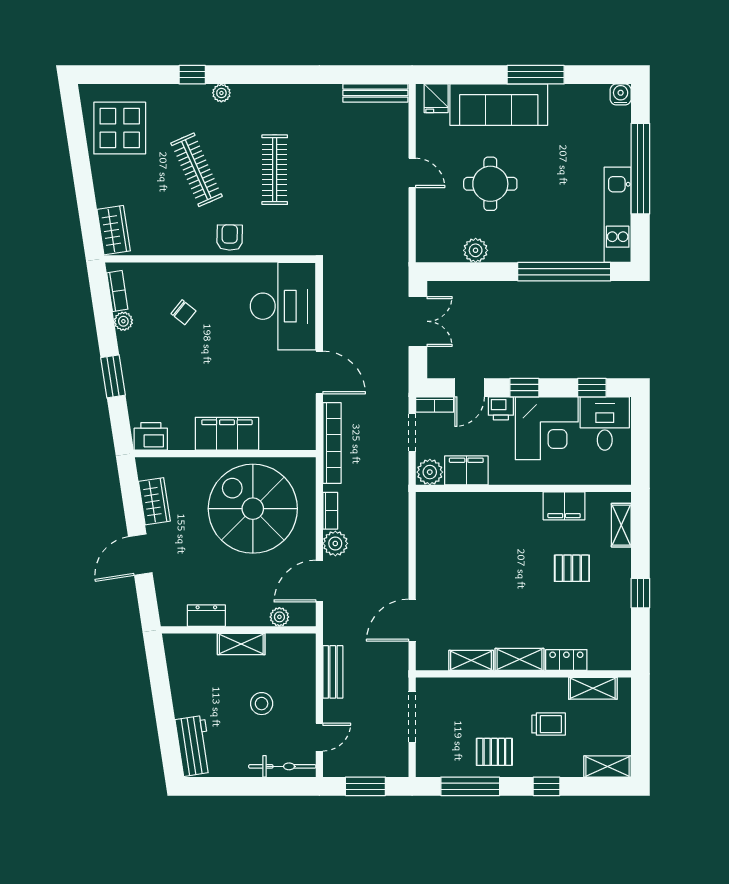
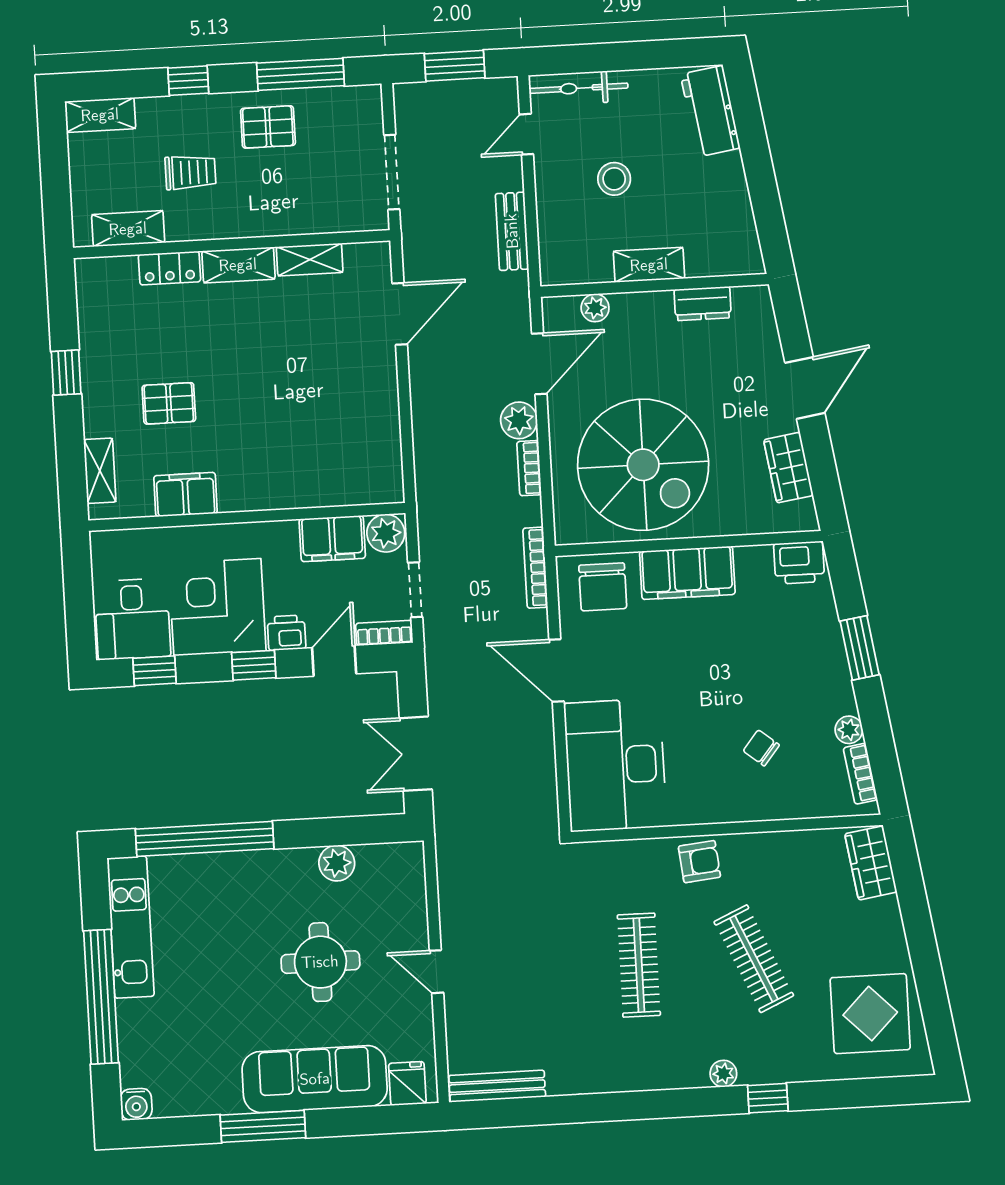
armchair: (230, 238) -> (699, 862), turned -97
chair: (285, 427) -> (603, 587), added
bookcase: (332, 443) -> (535, 568), width x0.68, depth x0.76
trolley: (549, 724) -> (190, 172), turned 180

